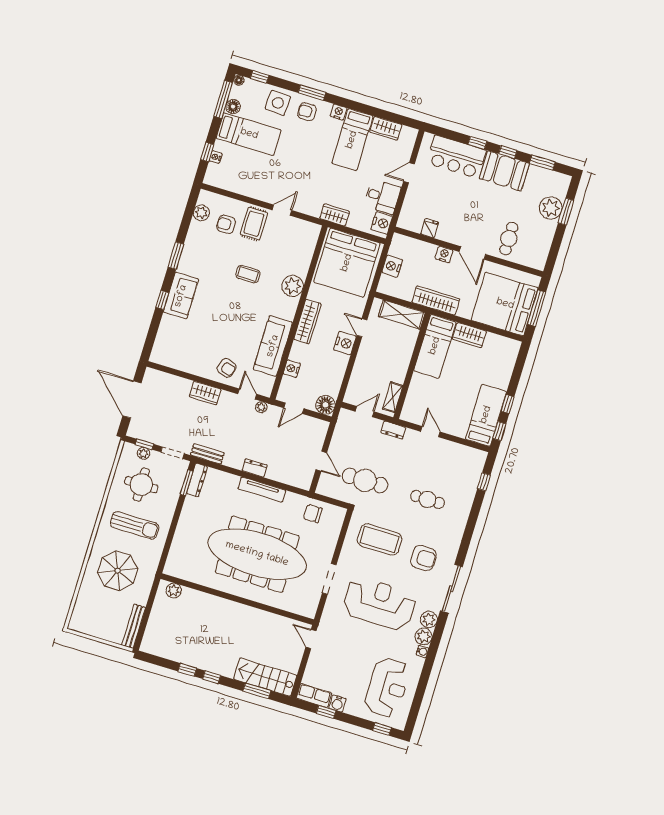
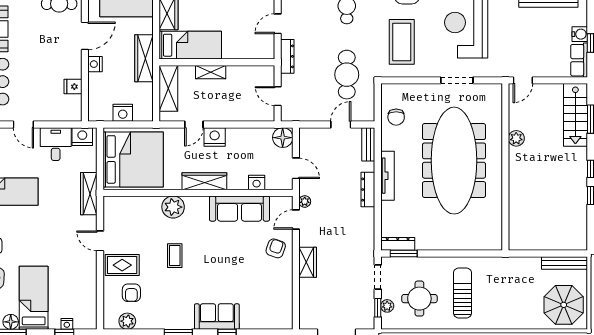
wardrobe: (335, 215) -> (89, 194), width x1.50
shelving: (393, 397) -> (211, 72), moved
dresser: (393, 430) -> (287, 56), width x1.44
bench: (207, 454) -> (368, 144), moved
dresser: (255, 468) -> (368, 190), width x1.44
parasol: (118, 571) -> (564, 305), moved
plant: (174, 591) -> (516, 138), moved

